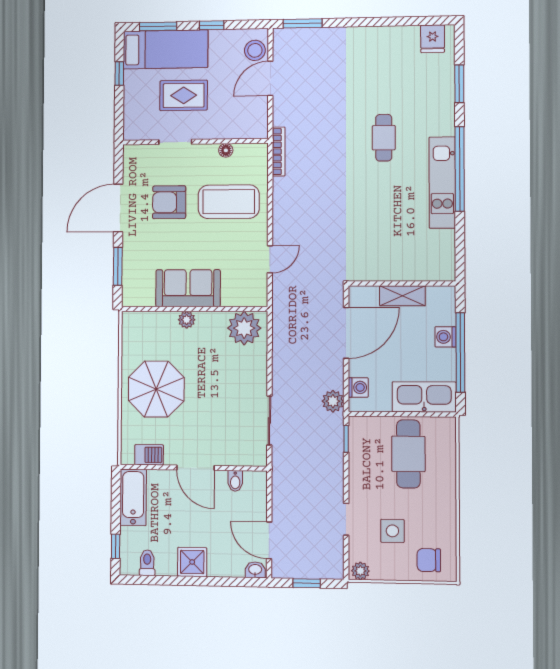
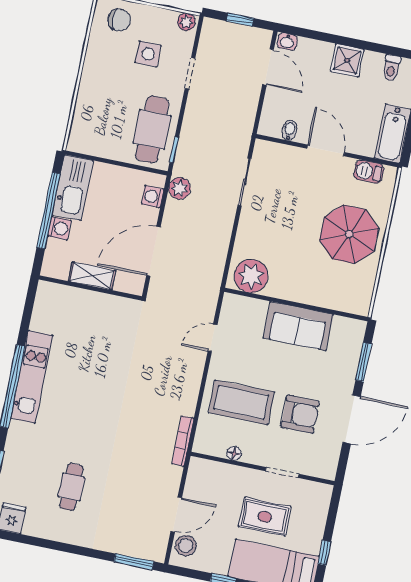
cafe table: (384, 138) -> (71, 487), moved
plant: (187, 320) -> (306, 296), removed
kitchen sink: (424, 397) -> (73, 188), moved, turned -90
cafe table: (408, 454) -> (152, 129), moved

